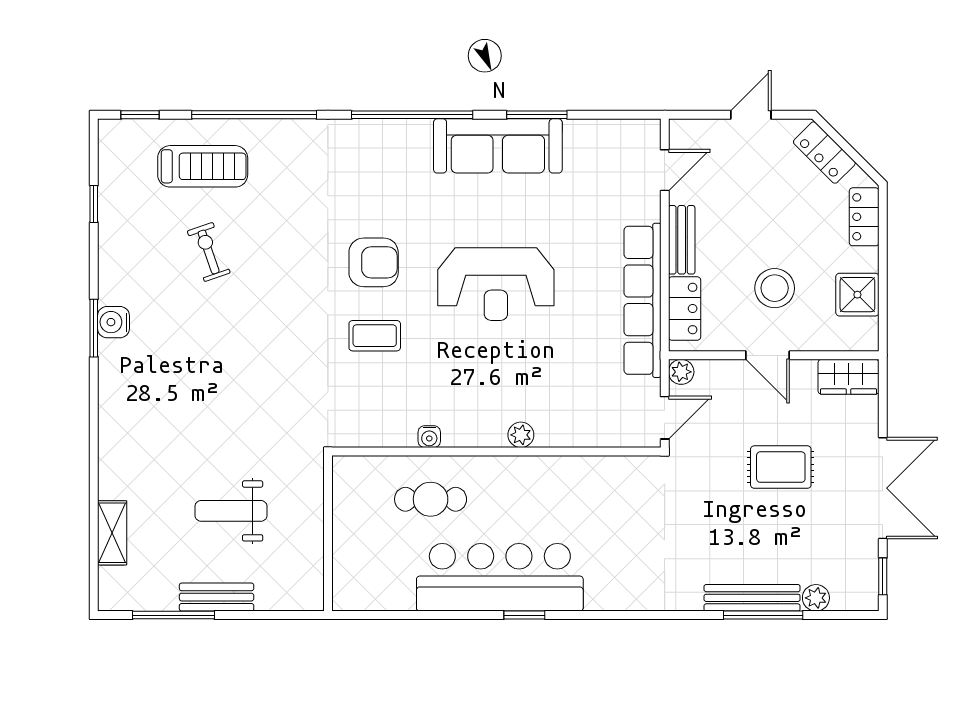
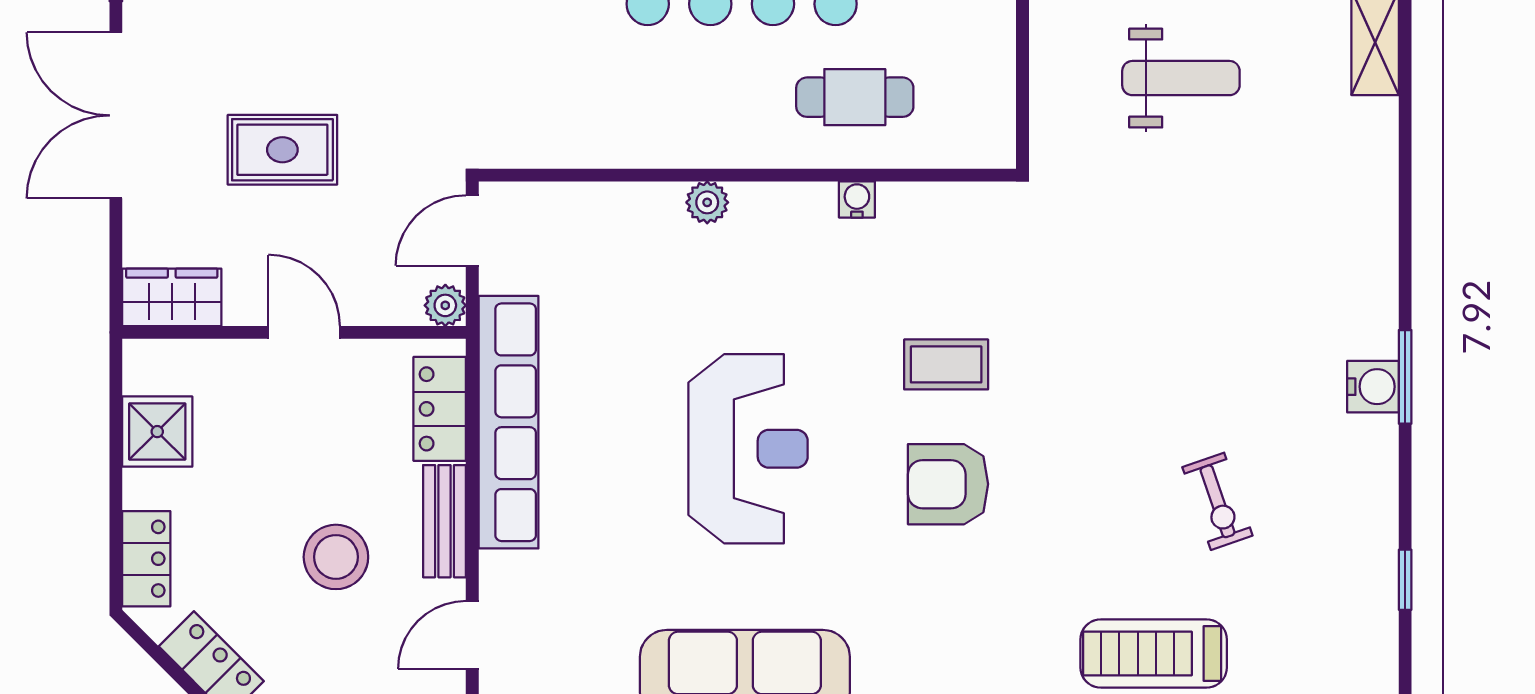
treadmill: (203, 166) -> (1154, 653), moved
reception desk: (496, 284) -> (748, 449), turned 90
stool: (775, 288) -> (336, 557), moved

